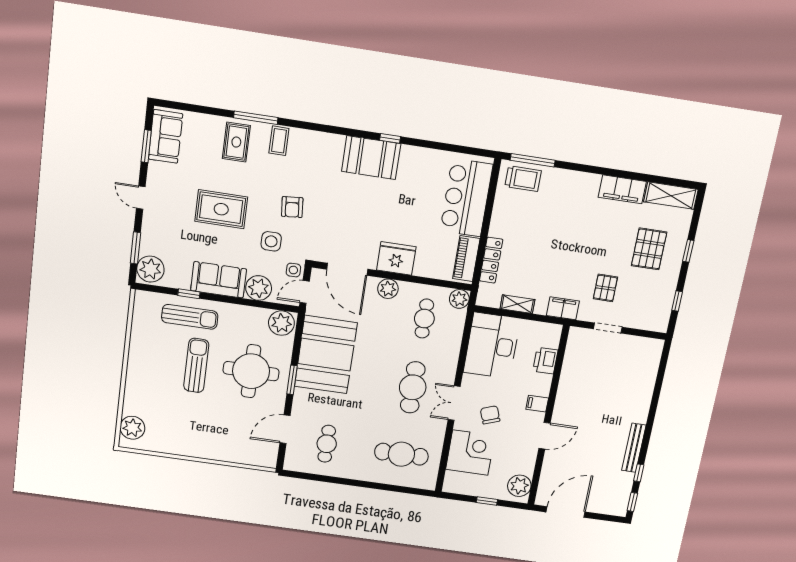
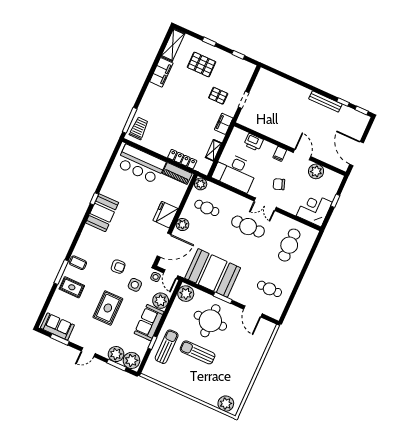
plant: (152, 242) -> (116, 354), added
corner desk: (470, 453) -> (314, 209), moved
plant: (519, 486) -> (316, 171), moved

